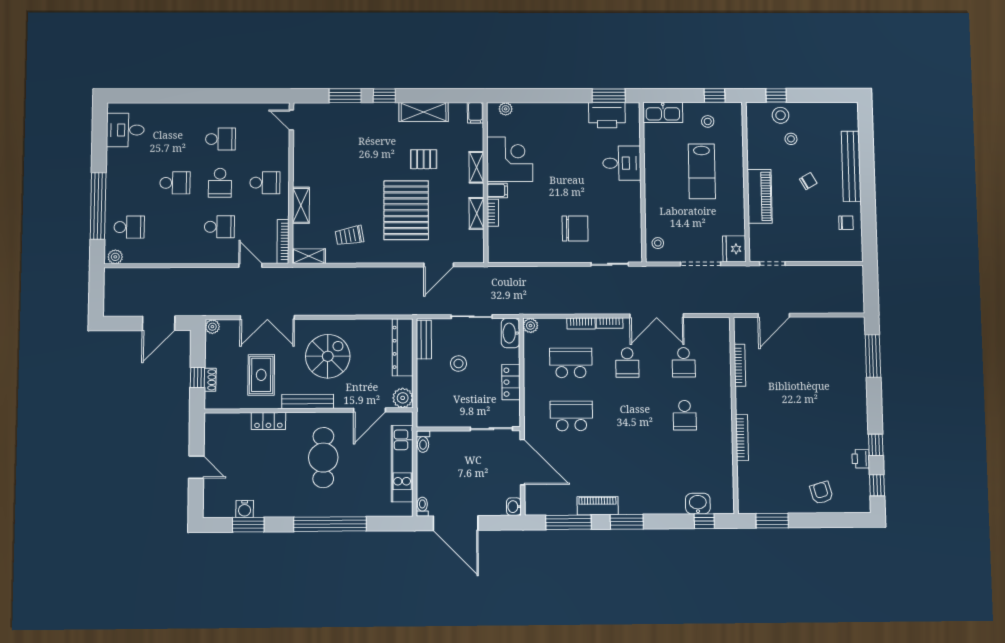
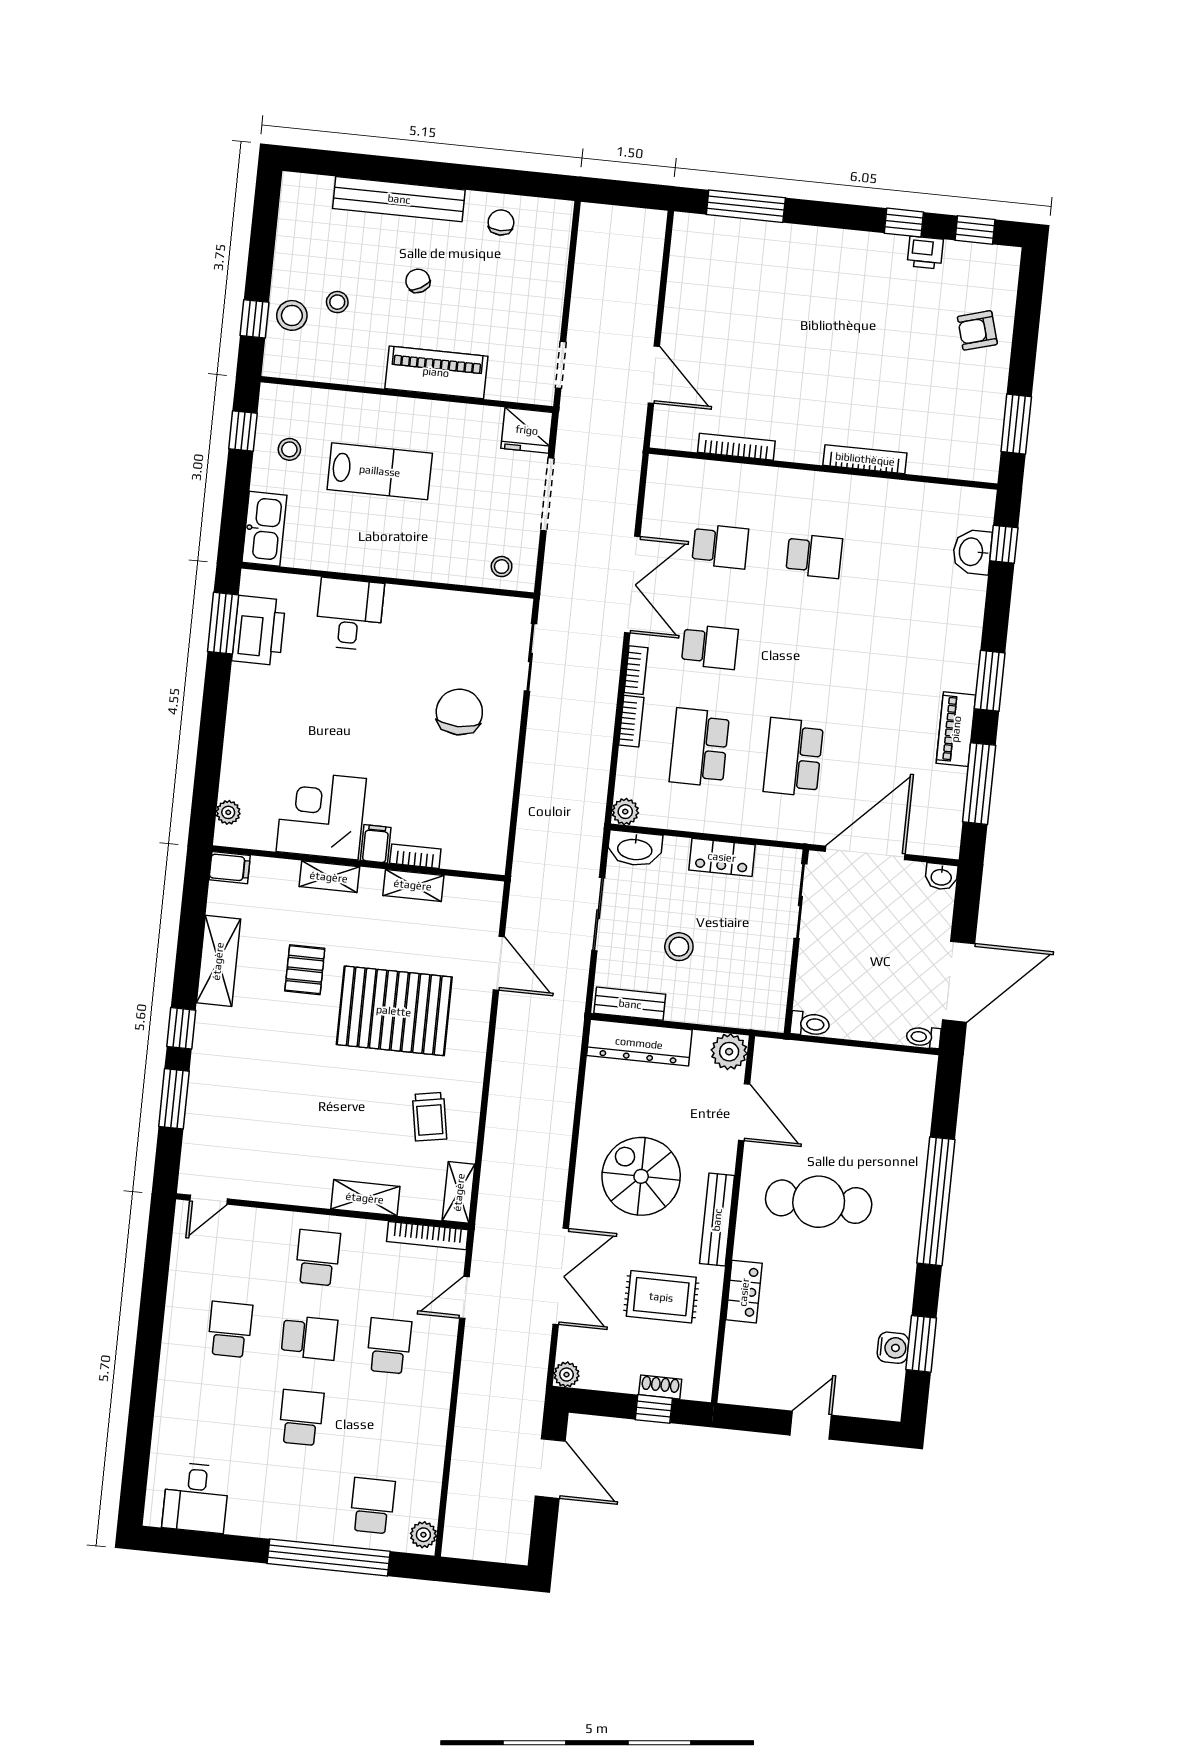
kitchen unit: (402, 464) -> (844, 1065), removed

